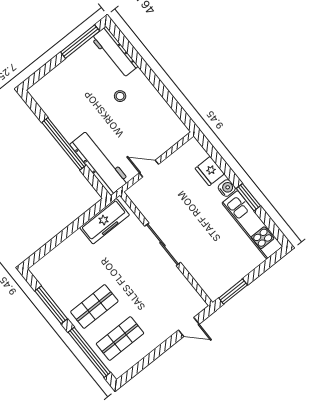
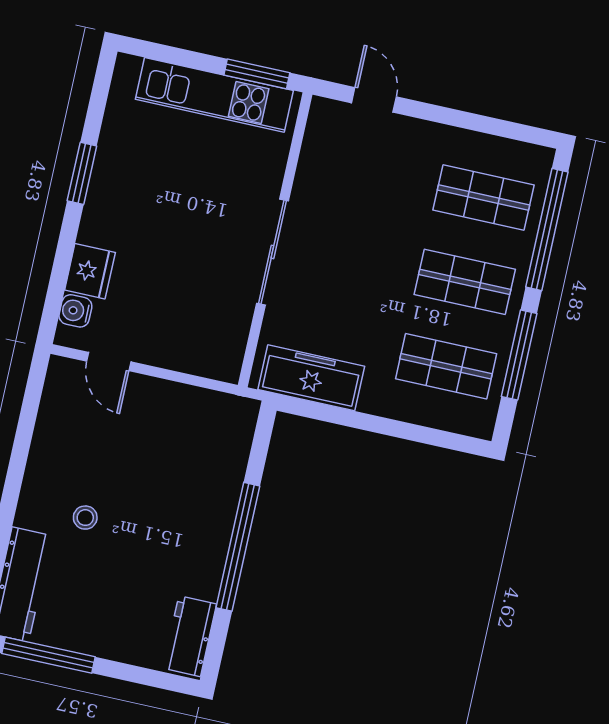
workbench: (100, 163) -> (190, 636), moved, width x0.53, depth x0.76
door: (149, 169) -> (109, 362), moved
water cooler: (227, 188) -> (75, 311), moved
kitchen unit: (252, 225) -> (214, 95), moved, turned 90
shop shelf: (69, 274) -> (446, 366), added

